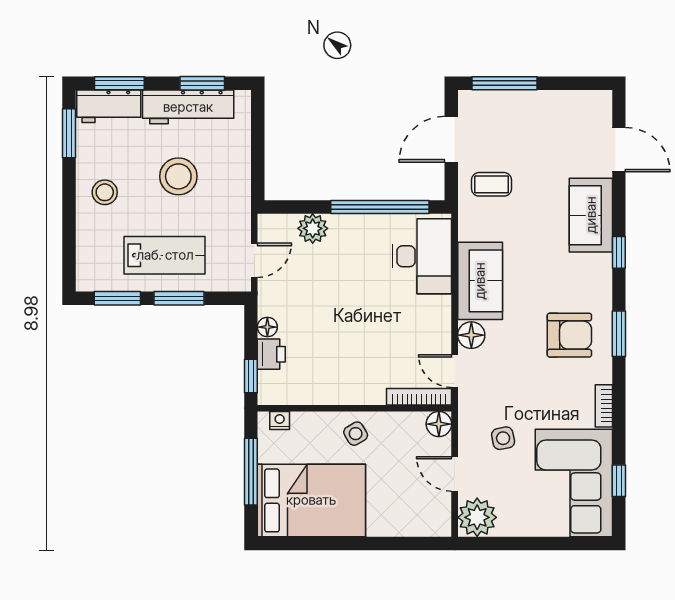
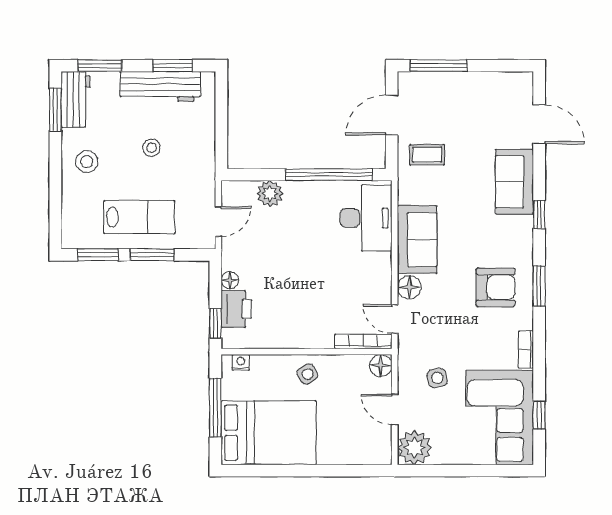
workbench: (109, 106) -> (76, 99), moved, turned -90
stool: (178, 176) -> (152, 148), width x0.53, depth x0.53
printer: (271, 354) -> (236, 309), width x1.36, depth x1.24

